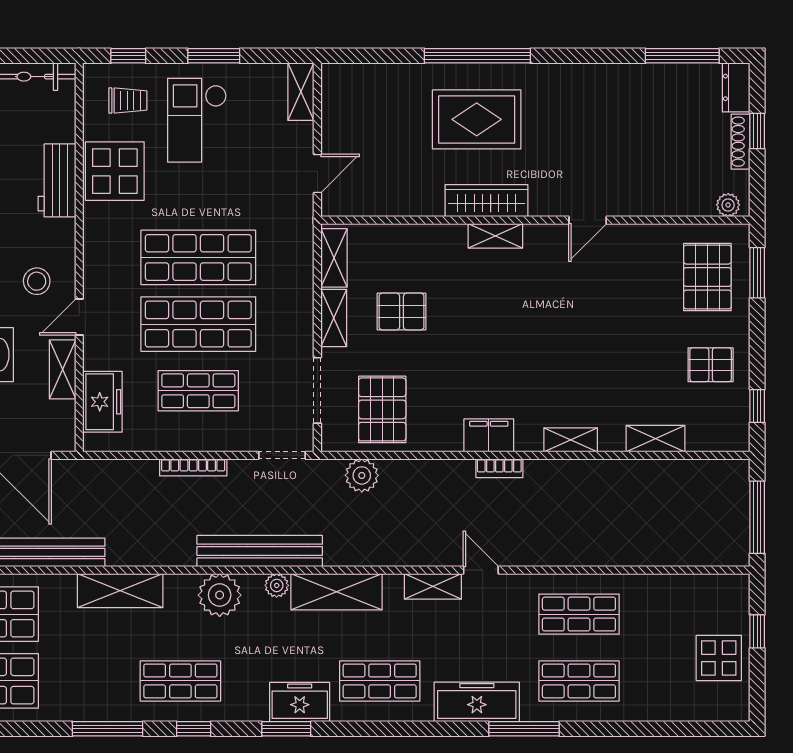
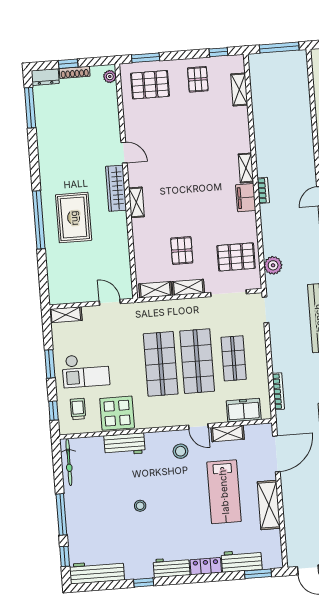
wardrobe: (487, 201) -> (116, 188), moved
shelving: (655, 439) -> (239, 89), moved
shelving: (571, 440) -> (246, 168), moved
bookcase: (193, 467) -> (278, 391), moved

